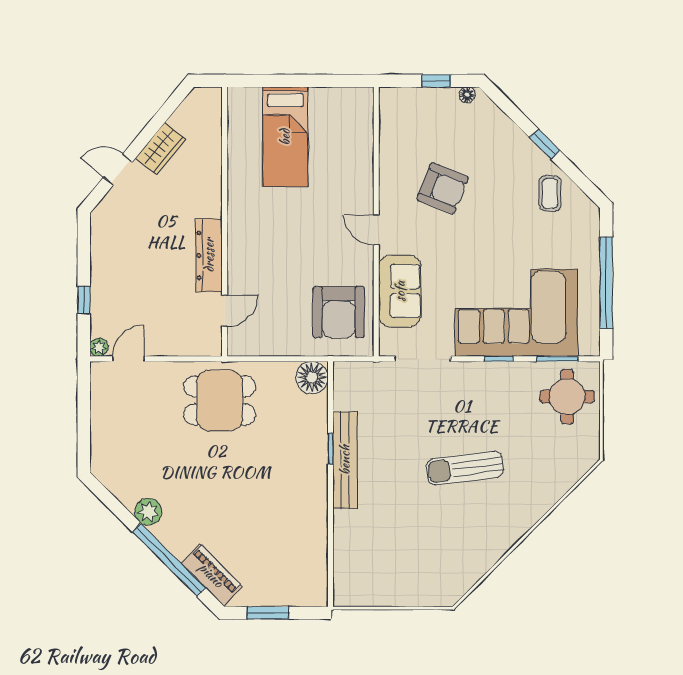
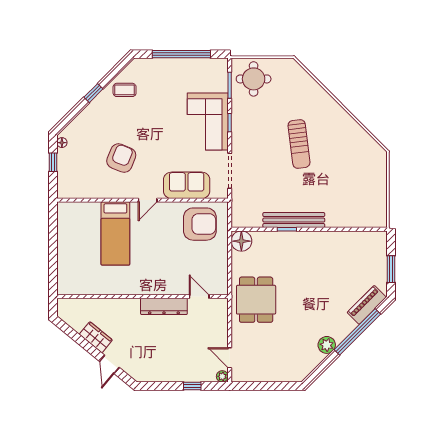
bed: (285, 137) -> (115, 233), moved, turned 90
corner sofa: (516, 313) -> (208, 121), width x0.73, depth x0.74

